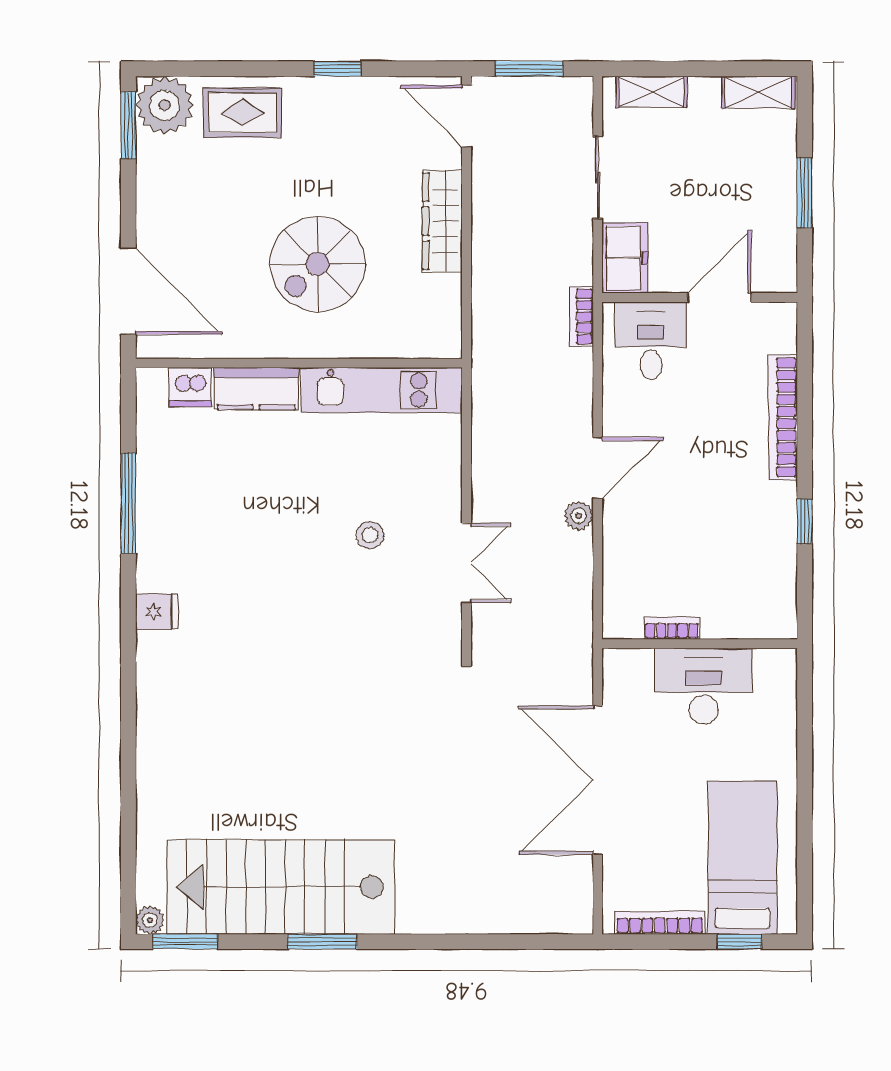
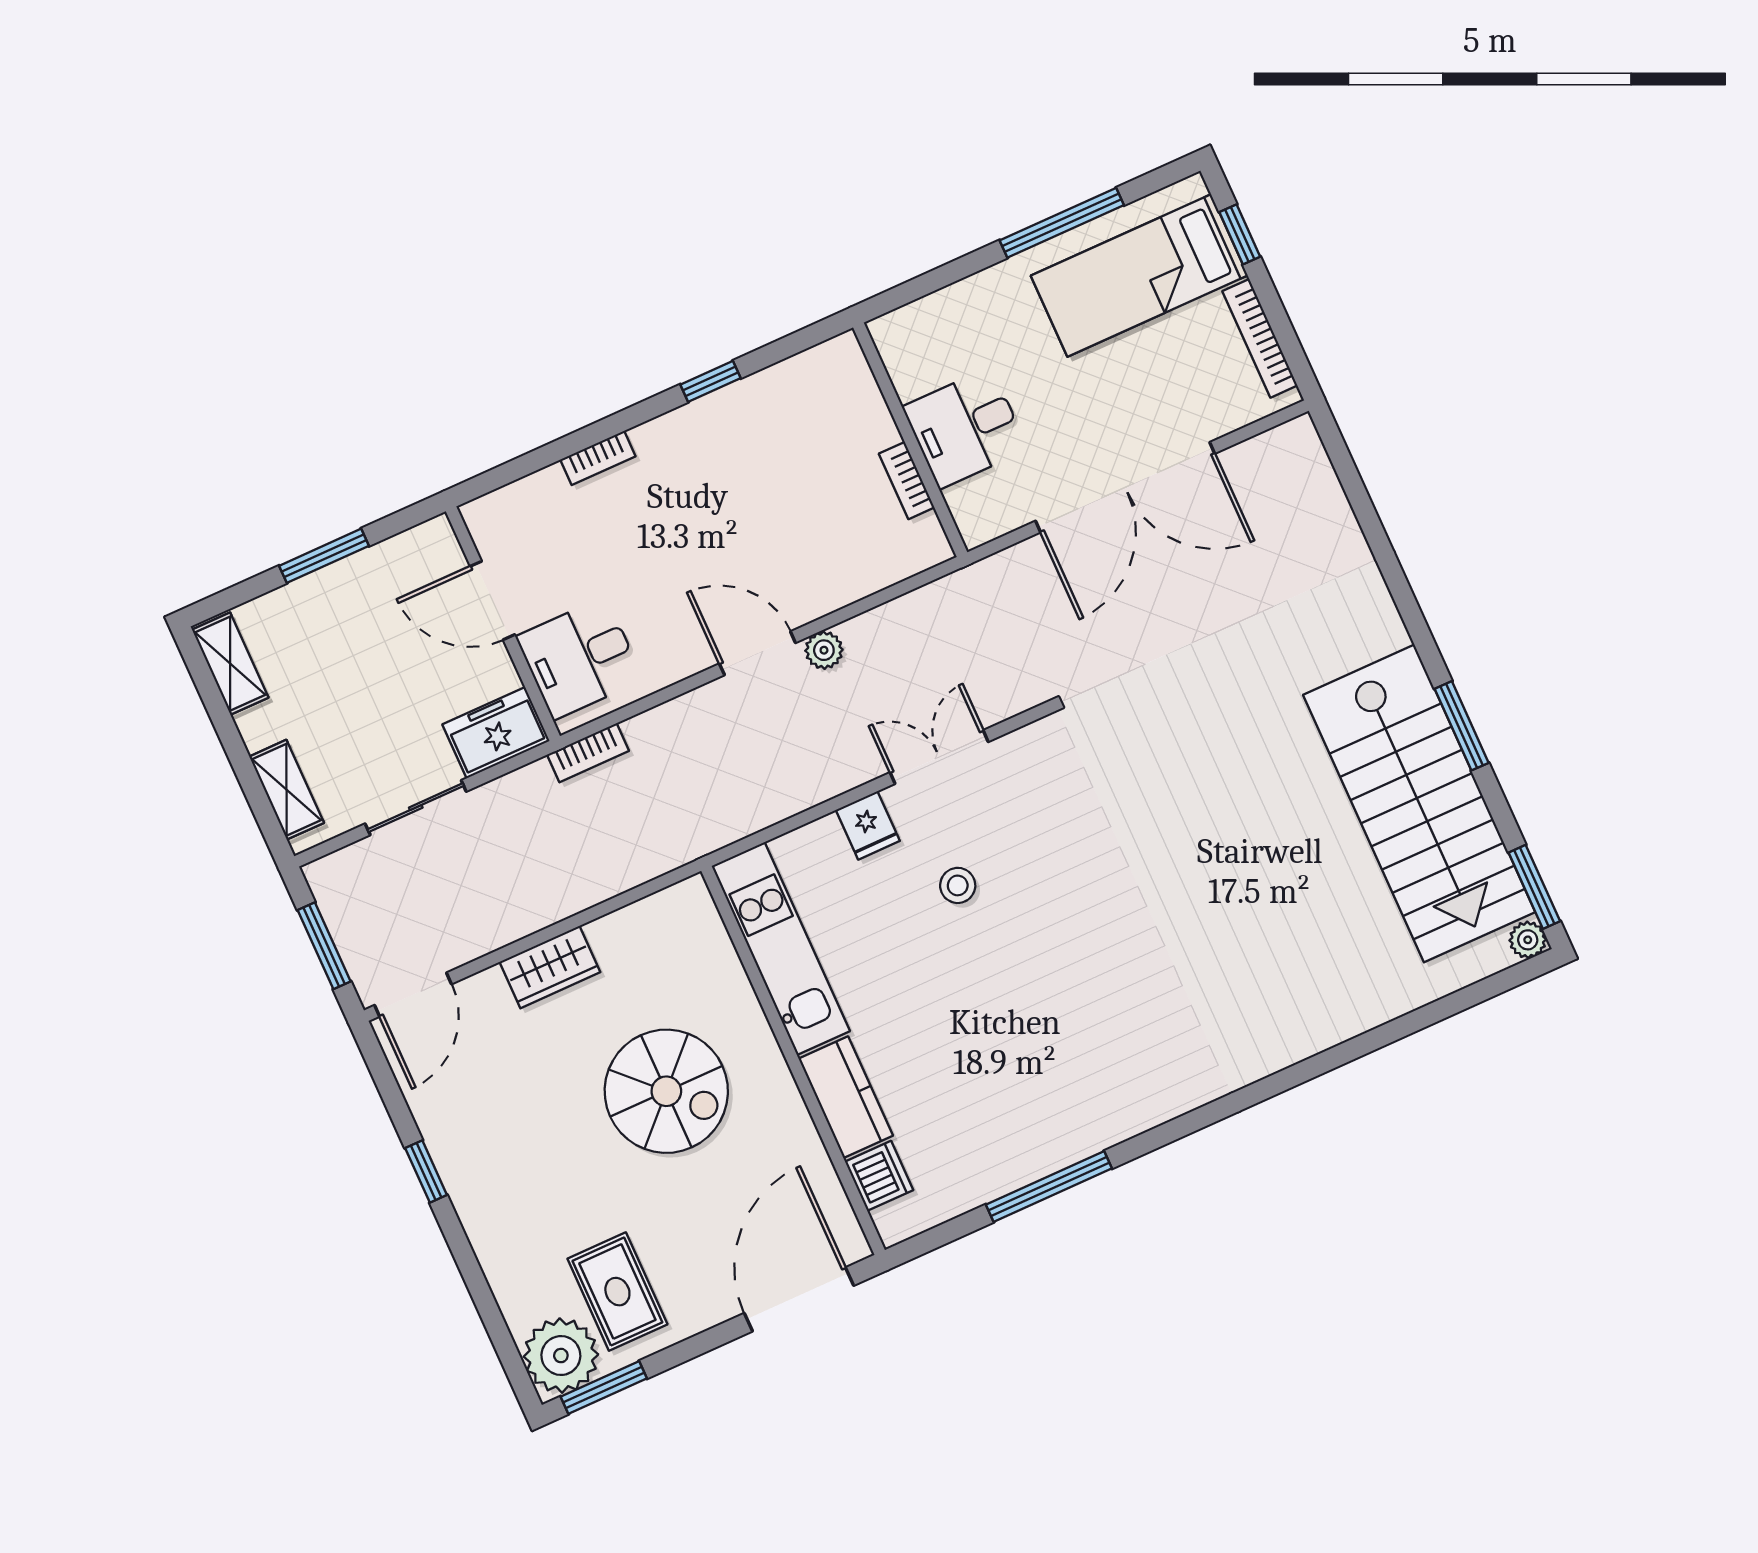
rug: (242, 113) -> (617, 1292), moved
wardrobe: (442, 221) -> (550, 967), width x0.67
bookcase: (783, 417) -> (598, 458), width x0.43, depth x0.76
fridge: (157, 612) -> (868, 825), moved, turned 180
desk: (704, 686) -> (965, 428), width x0.73
window: (805, 820) -> (1062, 223), added

